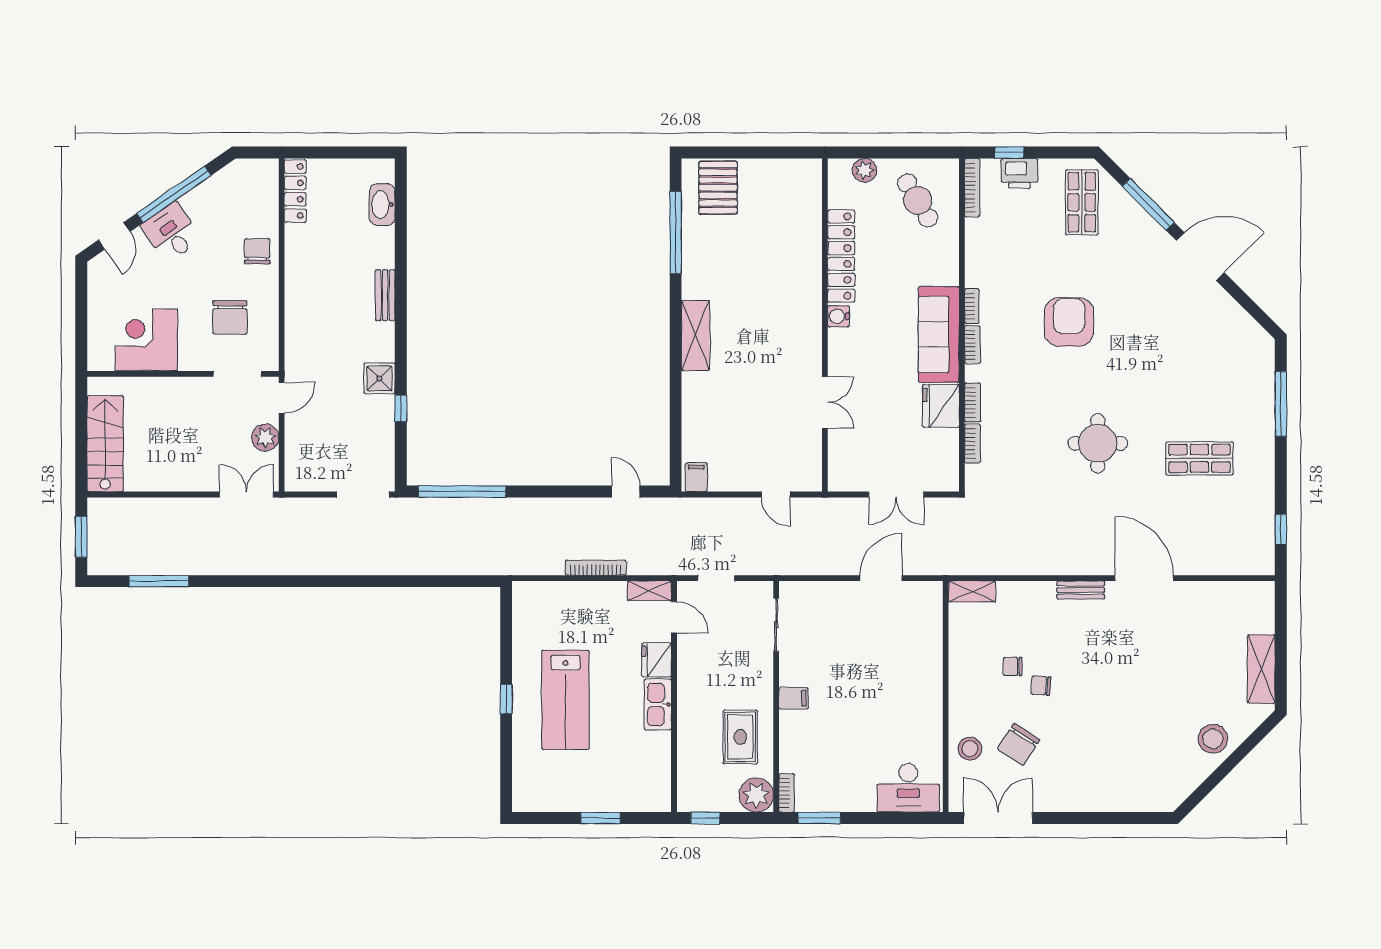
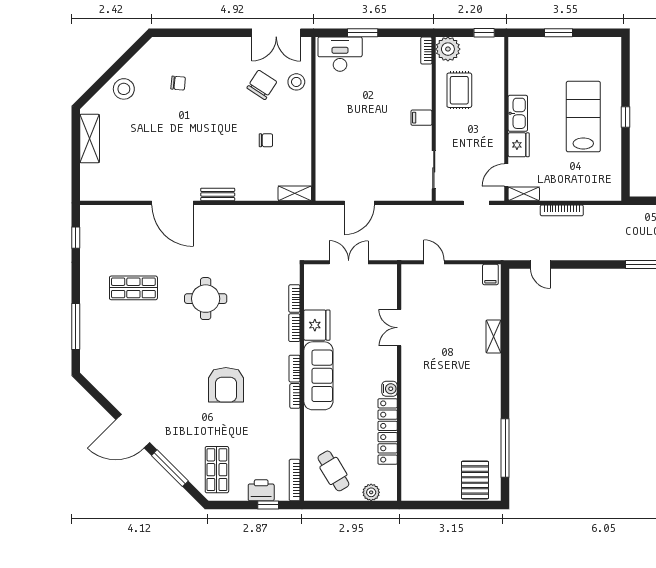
shelving: (696, 335) -> (494, 336), moved, width x0.67, depth x0.75
door: (674, 617) -> (506, 175), hinge flipped
chair: (1041, 686) -> (178, 83), moved
window: (819, 818) -> (363, 33), moved

